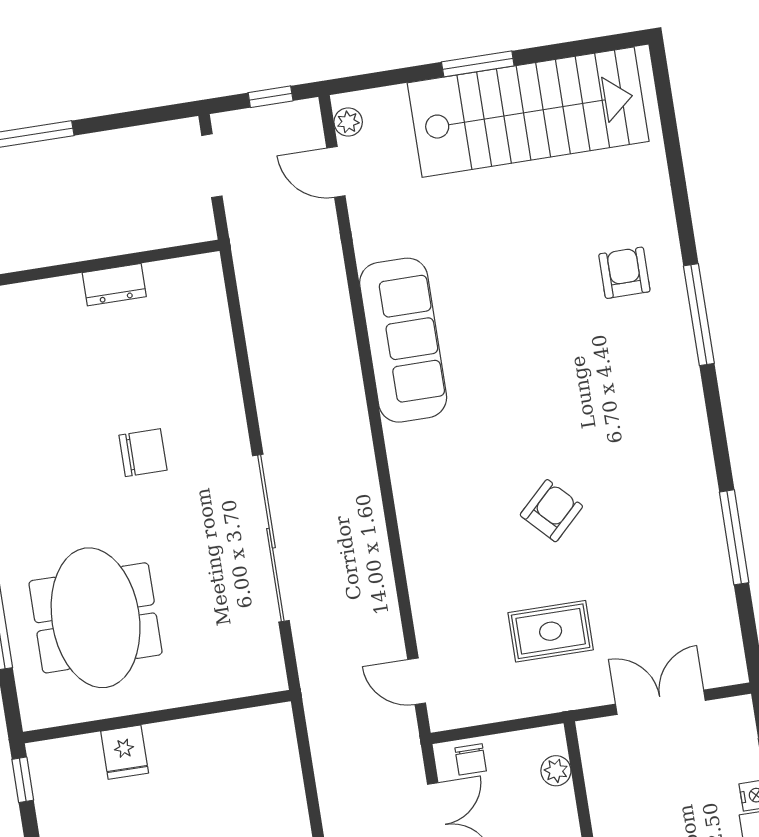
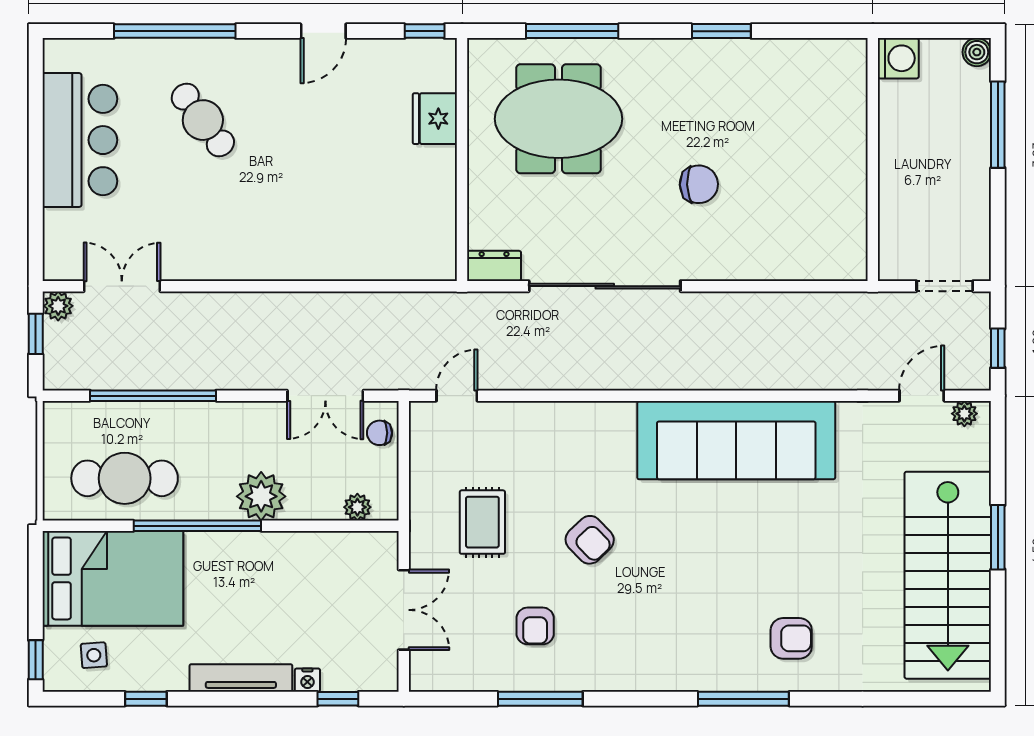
dresser: (114, 285) -> (494, 266), moved, turned 90
sofa: (403, 340) -> (736, 440), width x1.36, depth x1.27
chair: (143, 453) -> (699, 184), turned -92
armchair: (655, 555) -> (535, 626), added
fridge: (125, 752) -> (435, 119), width x1.38

